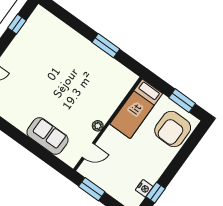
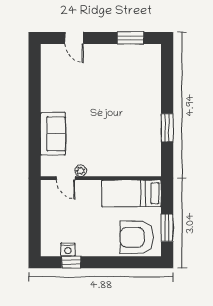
window: (17, 24) -> (130, 38), width x1.50
plant: (98, 126) -> (81, 171), moved
window: (92, 189) -> (35, 205), removed

